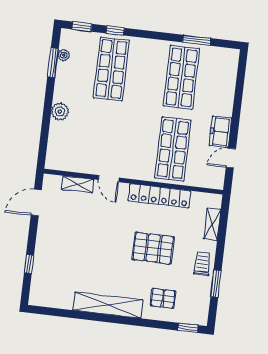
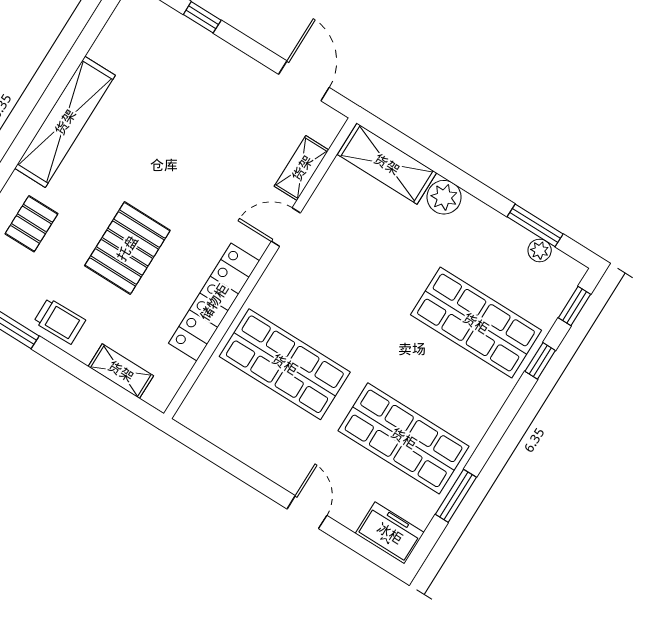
freezer: (220, 132) -> (390, 533), moved
shelving: (57, 145) -> (387, 164), added
door: (231, 158) -> (307, 512), moved

